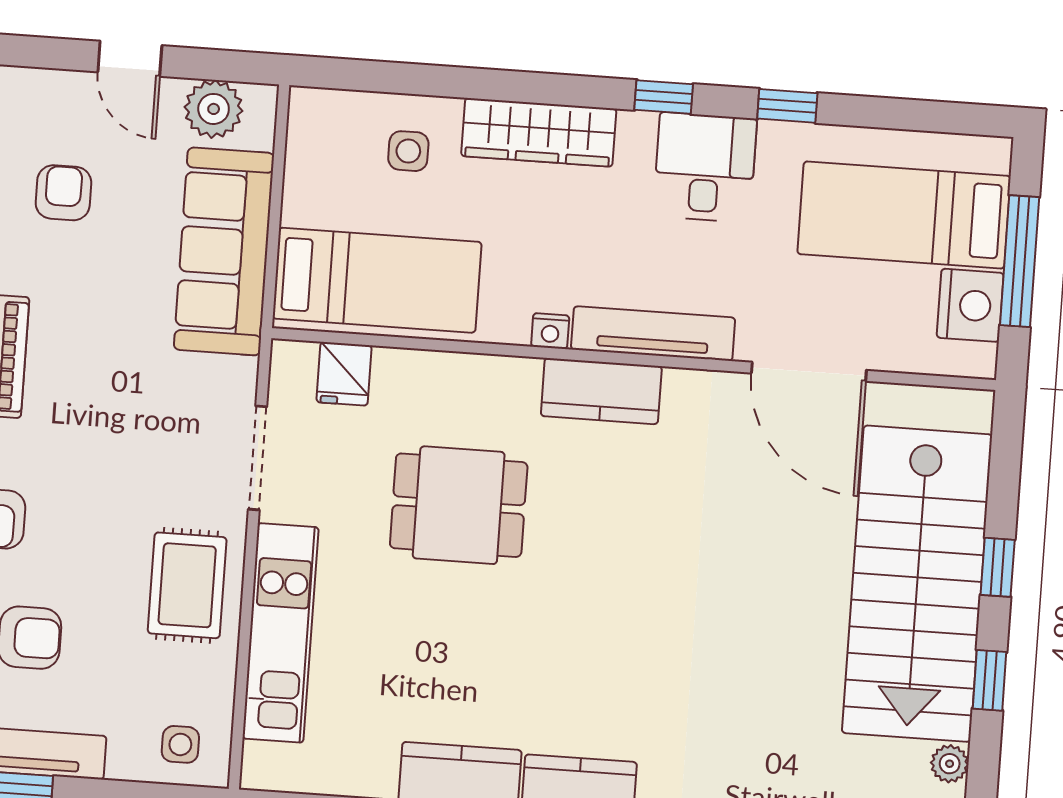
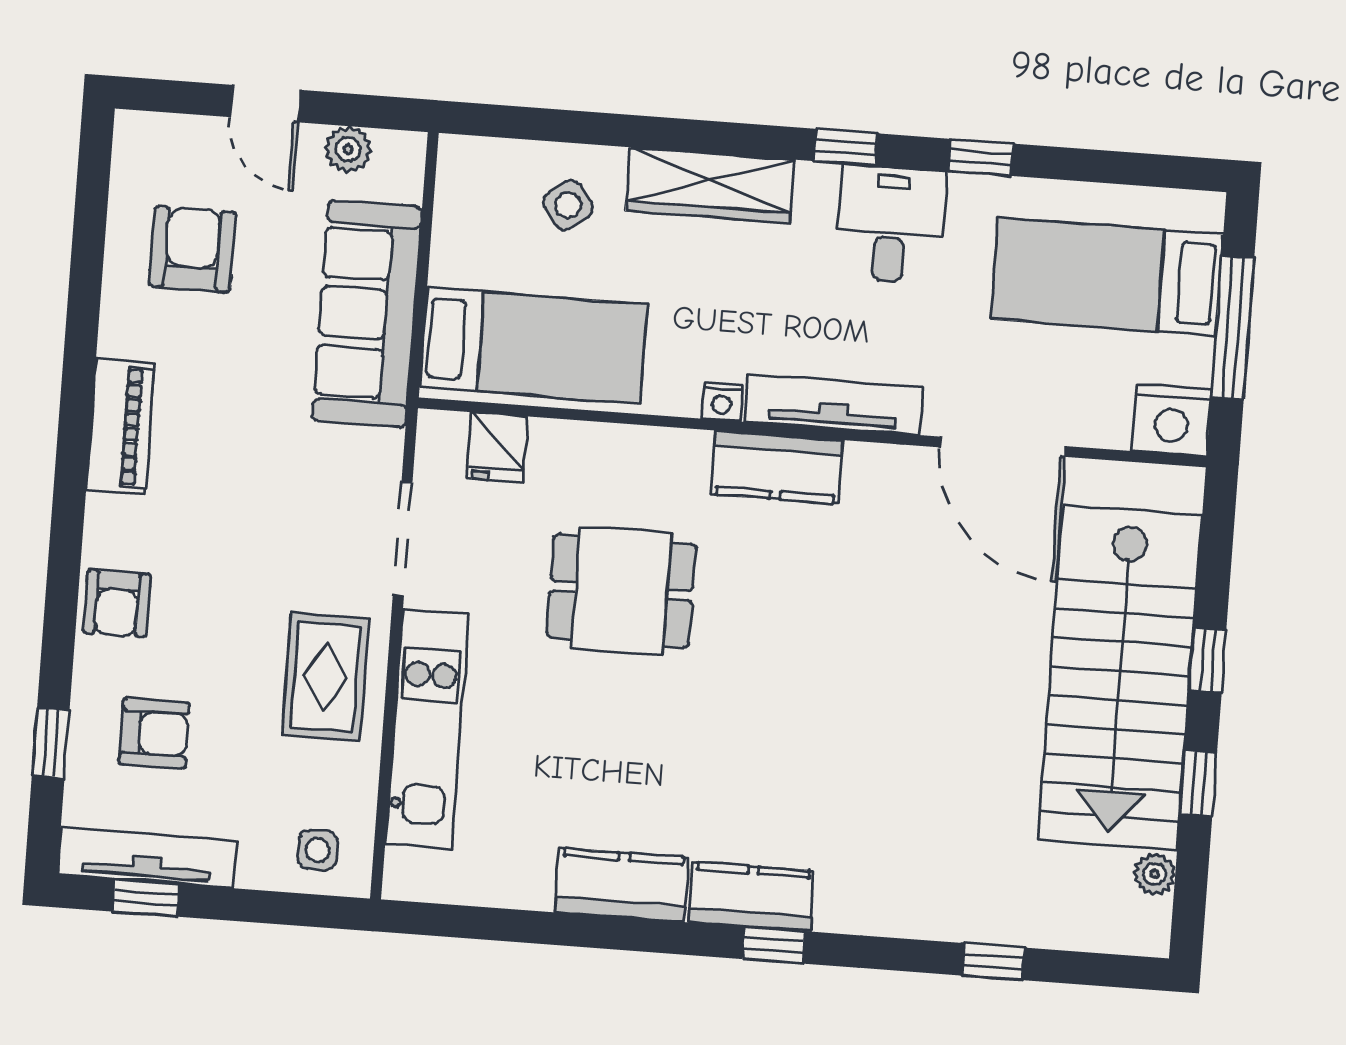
plant: (214, 109) -> (348, 149), width x0.73, depth x0.73
side table: (408, 151) -> (568, 205), turned -37
armchair: (63, 193) -> (192, 249), width x1.38, depth x1.38
nightstand: (970, 305) -> (1172, 420), moved, turned 90

